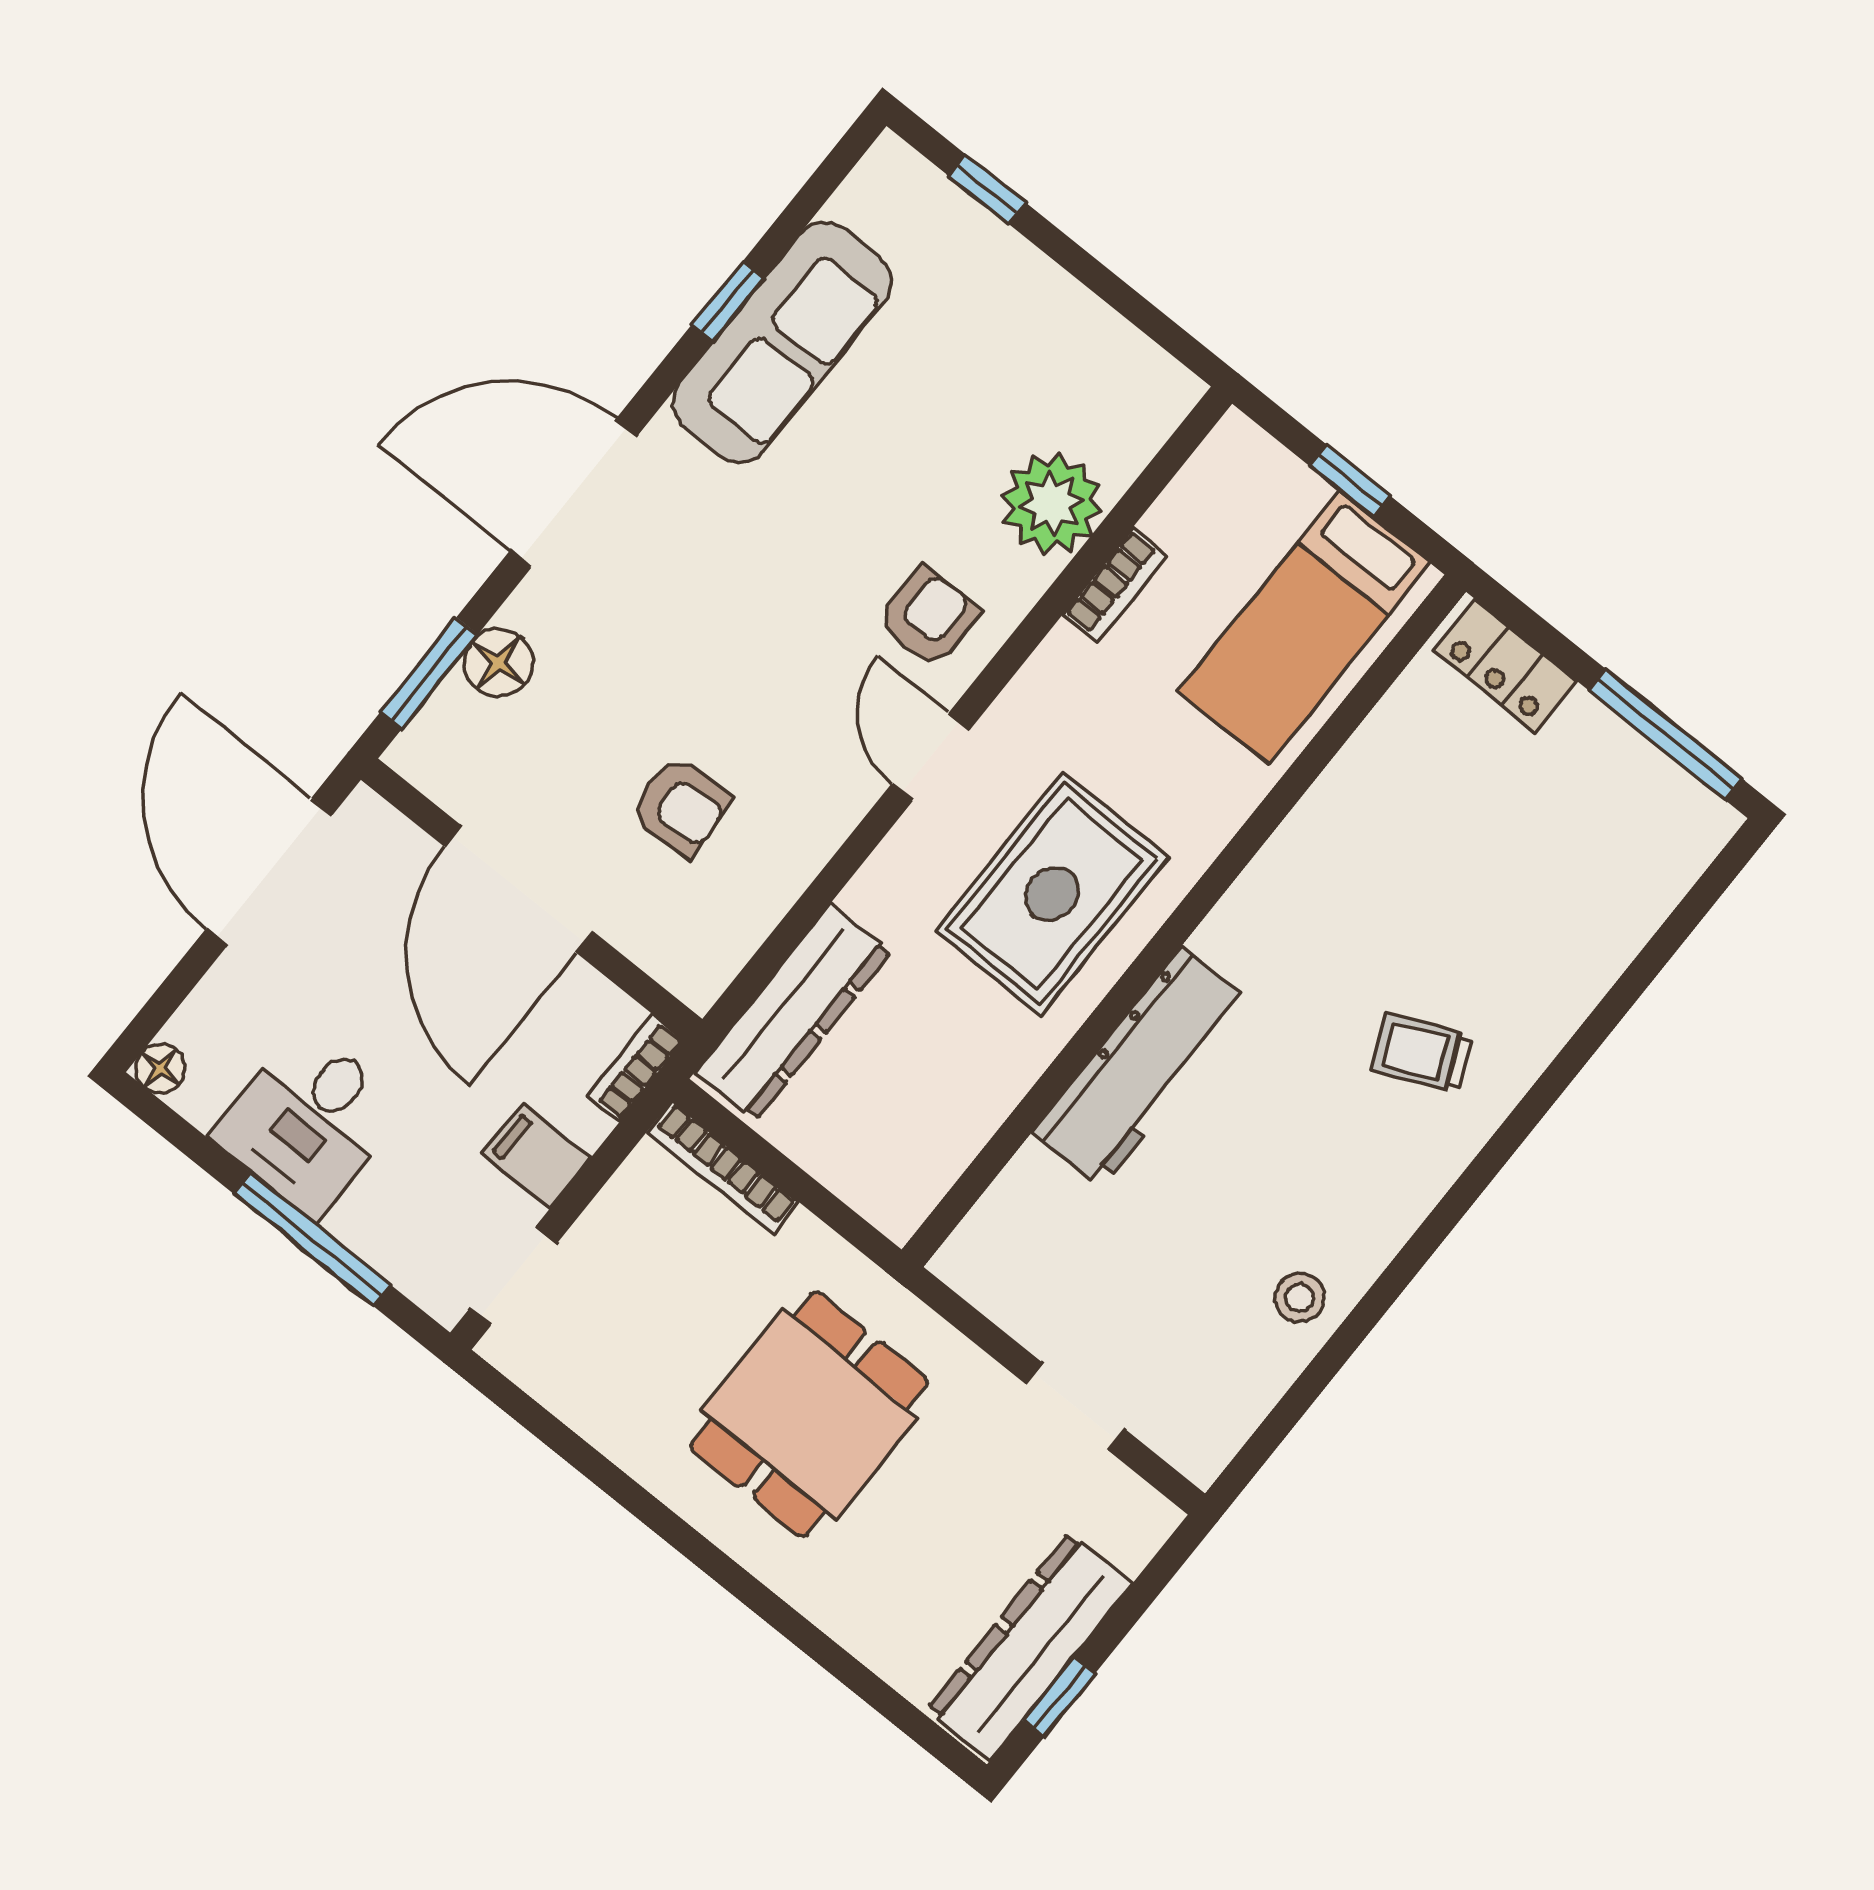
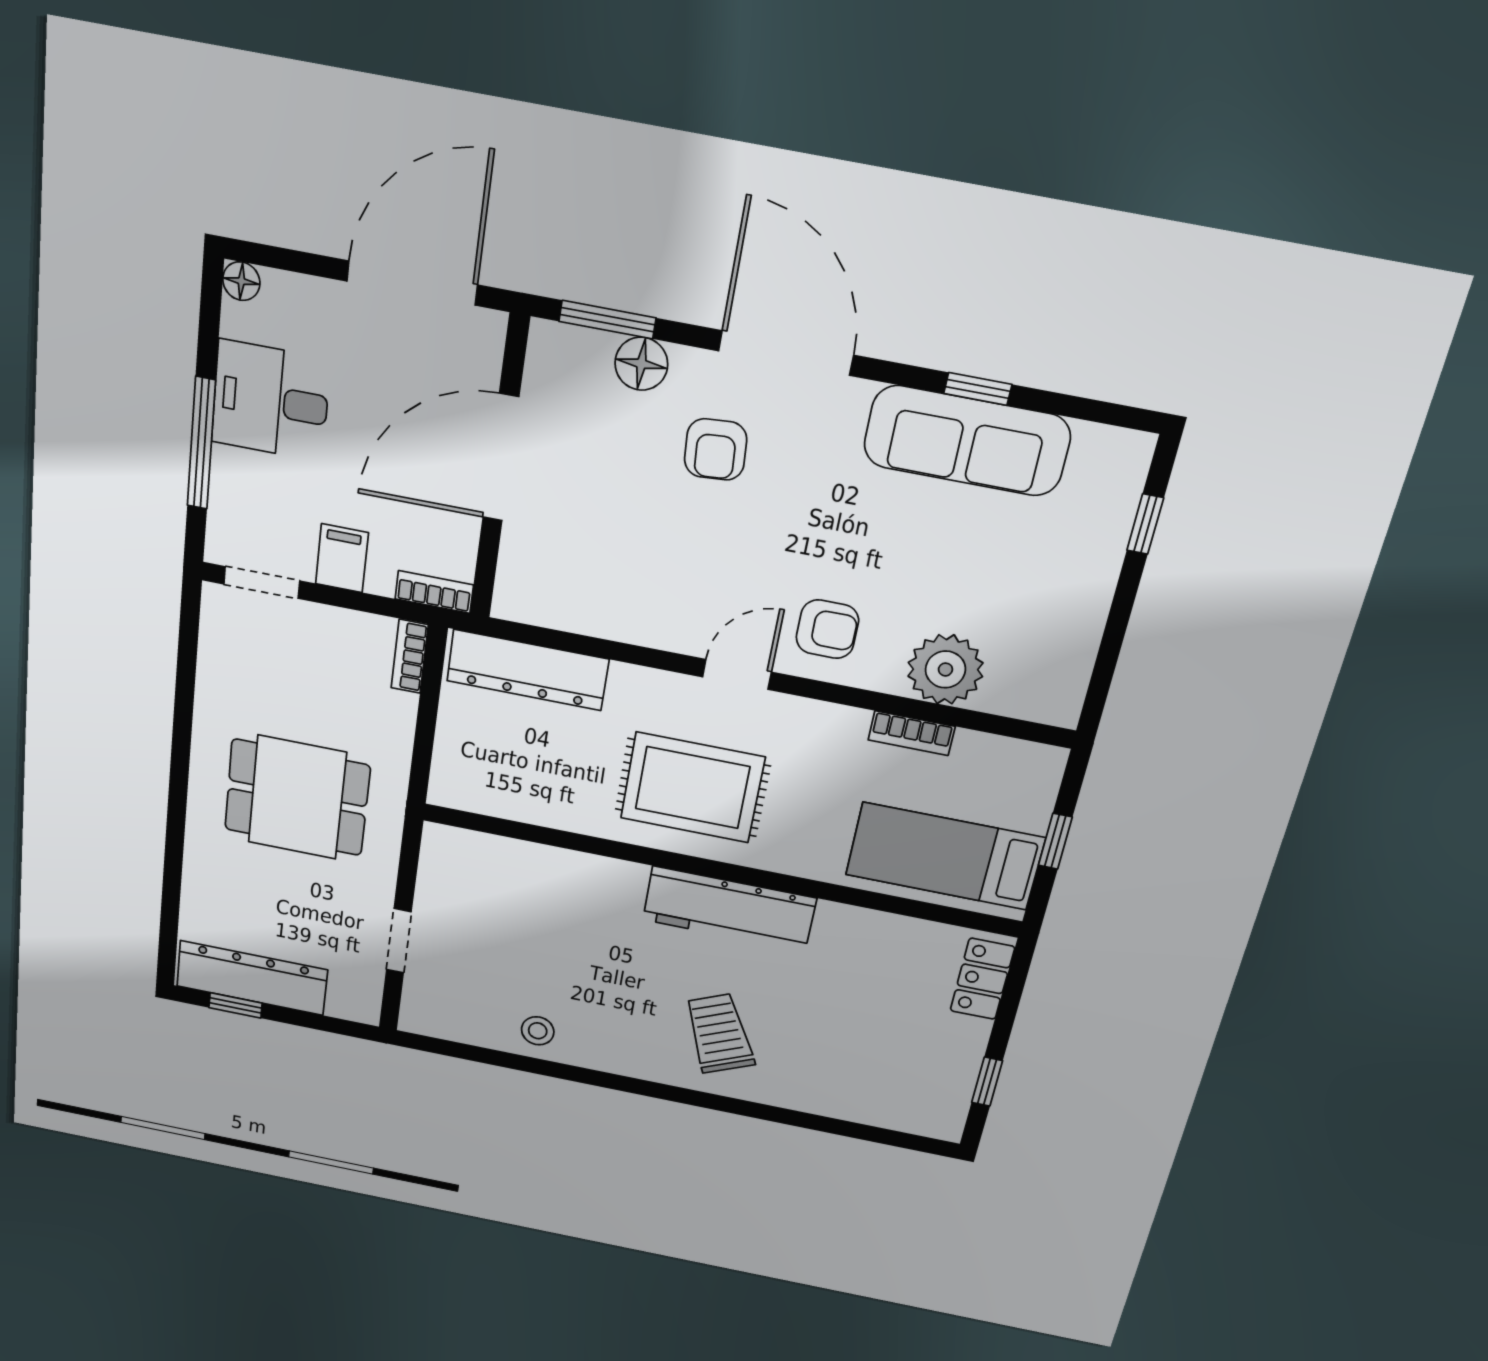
window: (1666, 735) -> (987, 1082), width x0.46
armchair: (681, 806) -> (716, 449), moved
trolley: (1422, 1053) -> (719, 1033), width x1.36, depth x1.39
workbench: (1141, 1067) -> (729, 909), moved
bookcase: (723, 1167) -> (410, 656), width x0.64

